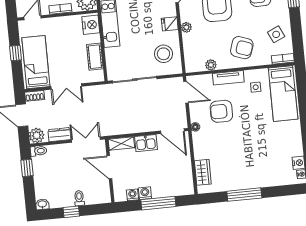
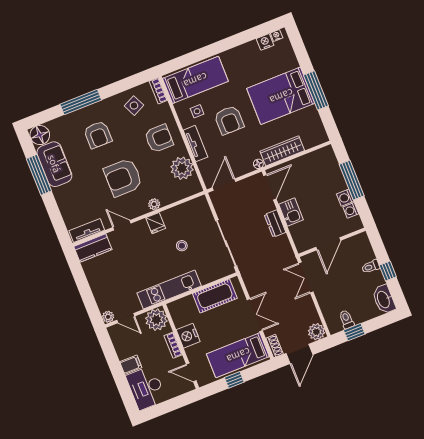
nightstand: (91, 25) -> (188, 336), moved, turned -90
armchair: (242, 48) -> (159, 138), turned 71
stool: (163, 54) -> (182, 246), moved, width x0.53, depth x0.53
cot: (95, 57) -> (215, 296), width x1.37, depth x1.34
plant: (211, 65) -> (182, 168), width x1.88, depth x1.88
armchair: (221, 111) -> (229, 120), moved
dresser: (59, 135) -> (275, 223), moved
shelving: (121, 143) -> (299, 238), removed
toilet: (39, 151) -> (347, 319), moved
bed: (248, 163) -> (281, 96), added
wardrobe: (203, 172) -> (282, 151), moved, width x1.50
washbasin: (42, 204) -> (384, 299), width x1.91, depth x1.45

